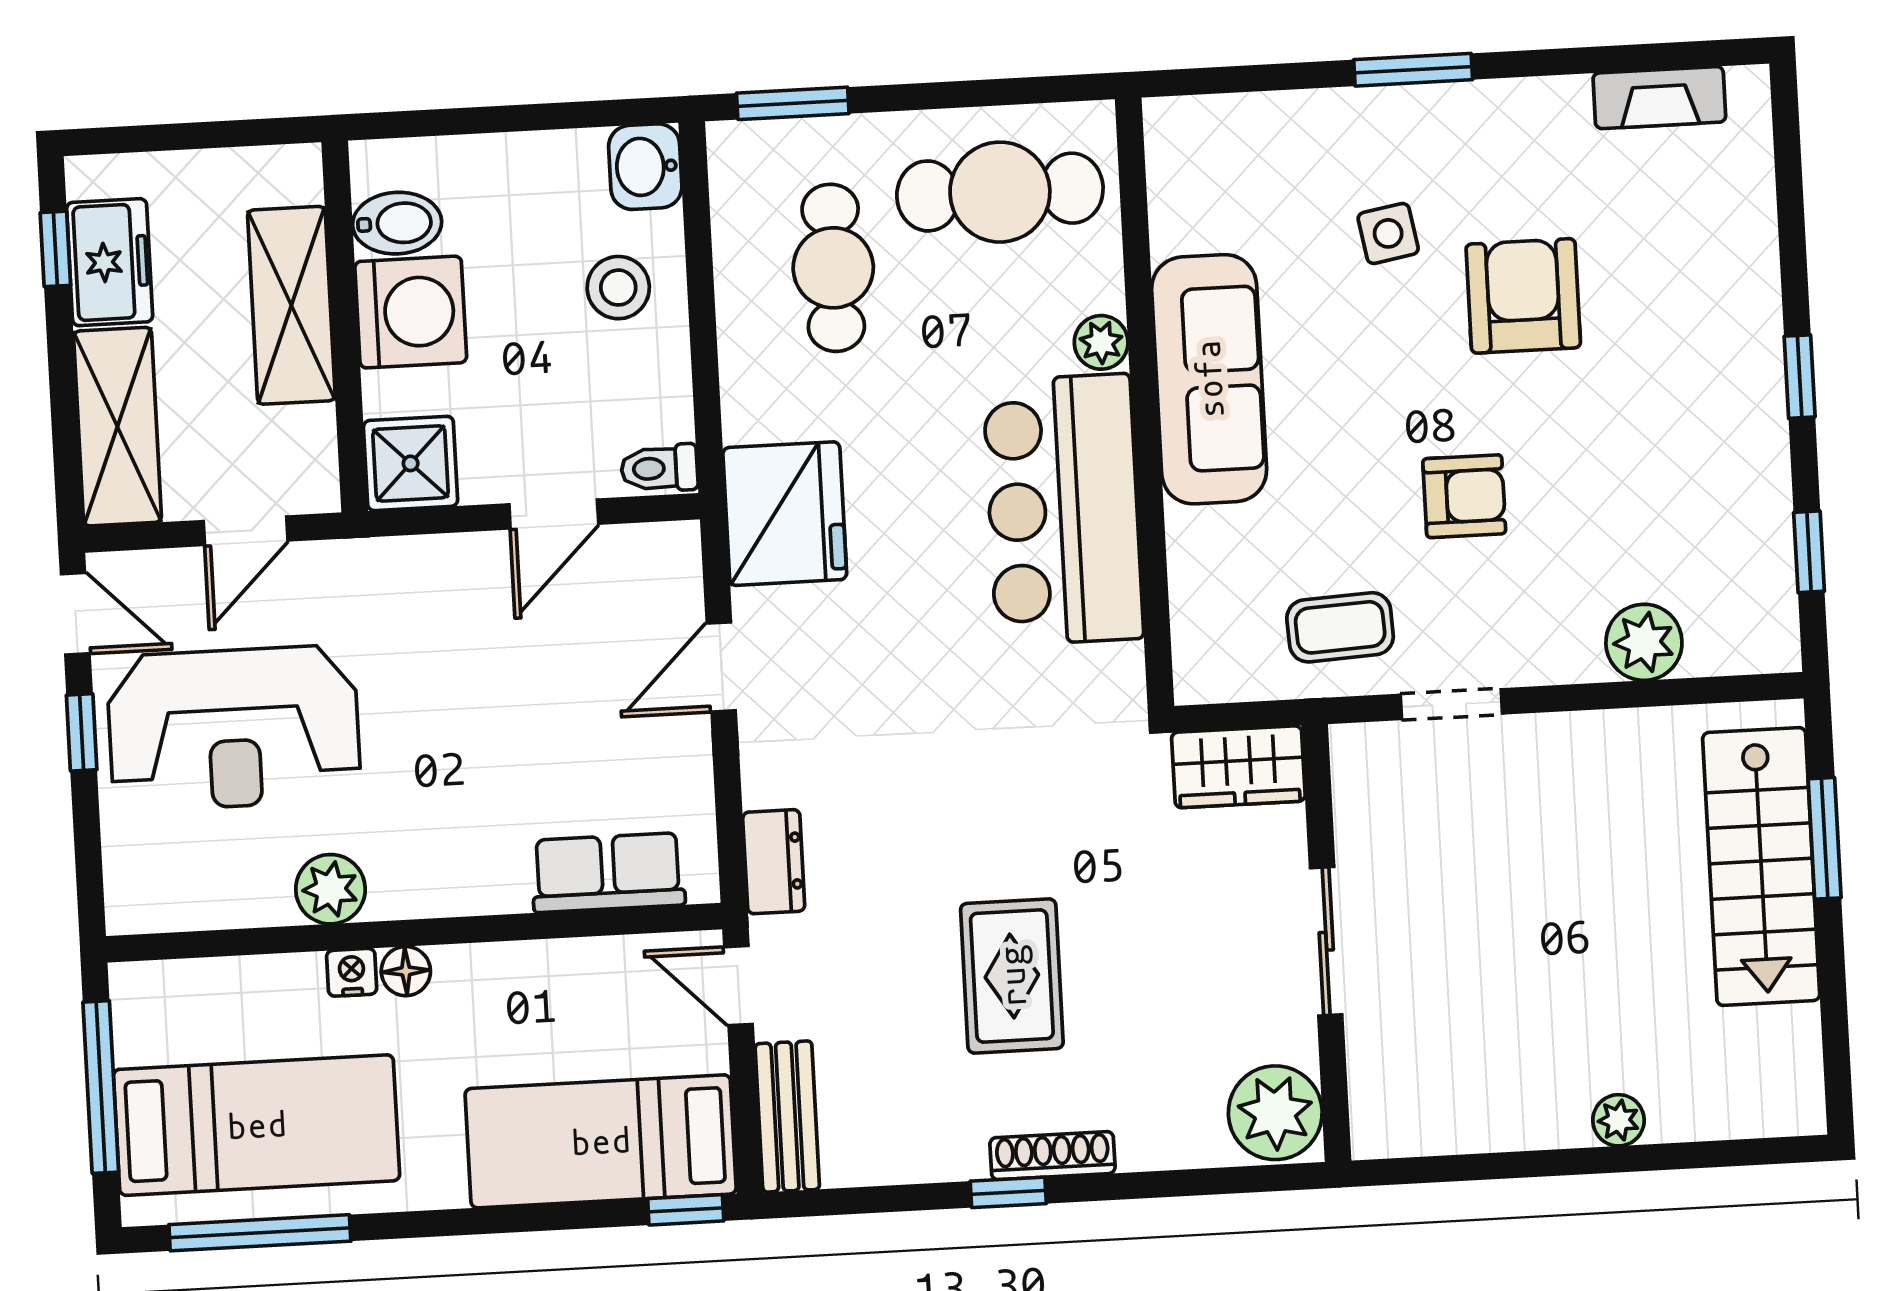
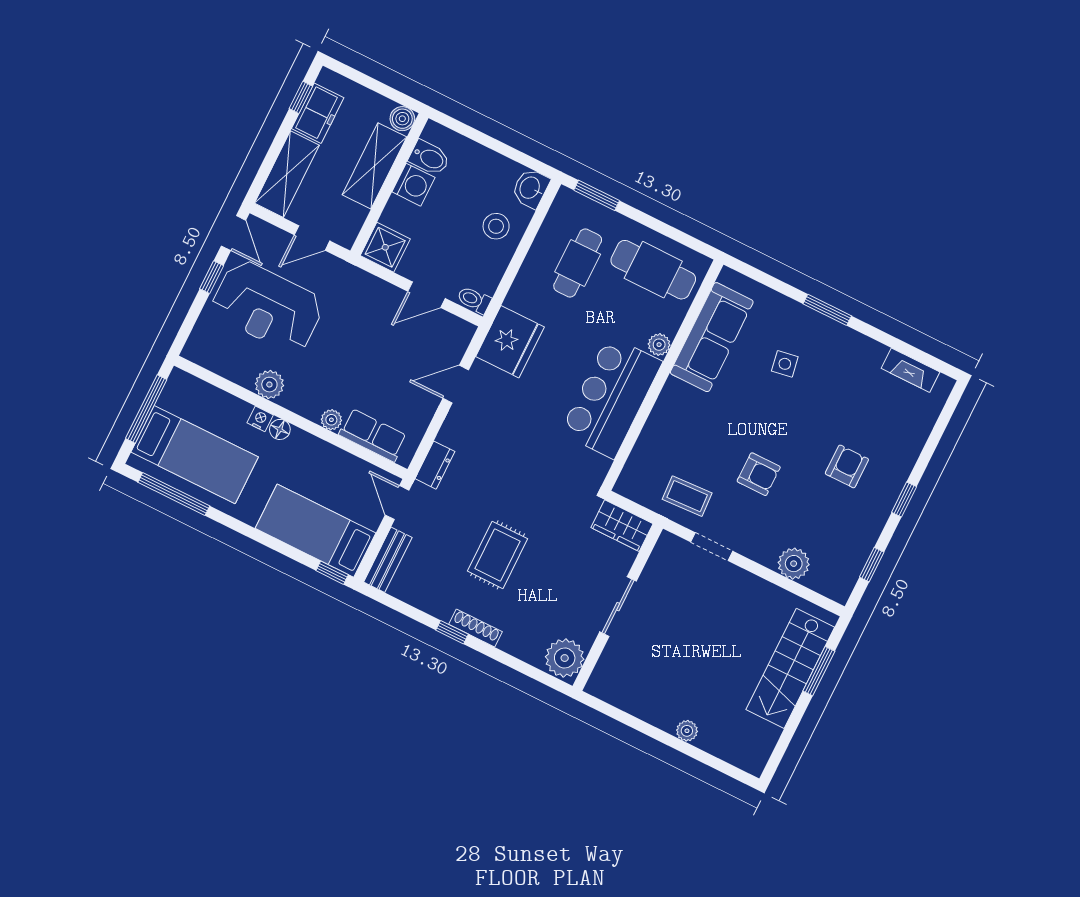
boiler: (294, 173) -> (402, 119), added
armchair: (1523, 296) -> (847, 466), moved, width x0.72, depth x0.72
washing machine: (411, 312) -> (413, 185), width x0.73, depth x0.73
sofa: (1209, 379) -> (712, 337), moved
plant: (502, 890) -> (331, 420), added

